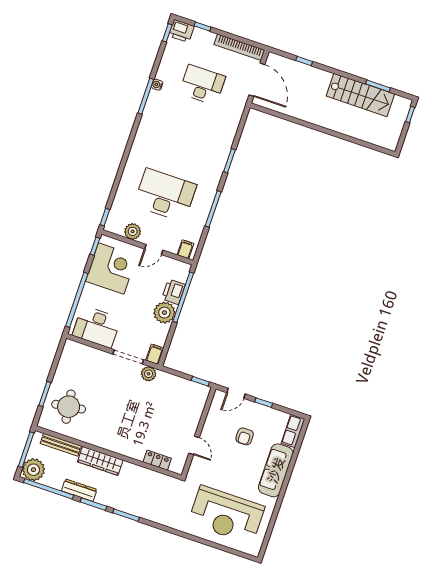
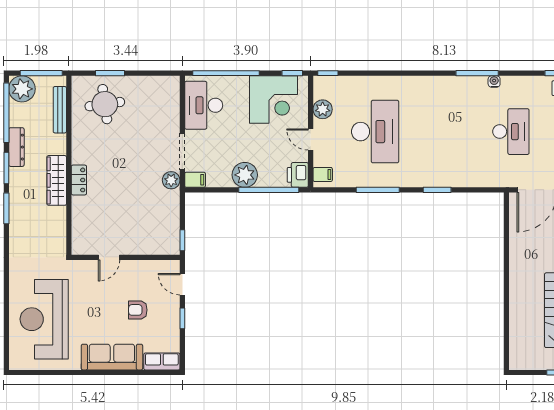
printer: (173, 292) -> (298, 175), moved, turned -90
locker: (157, 460) -> (79, 180), moved
wardrobe: (100, 461) -> (57, 180), moved

